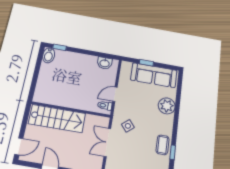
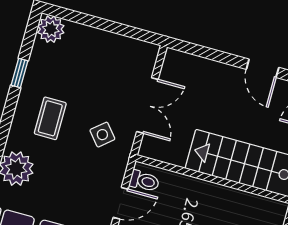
coffee table: (163, 145) -> (50, 118), moved

